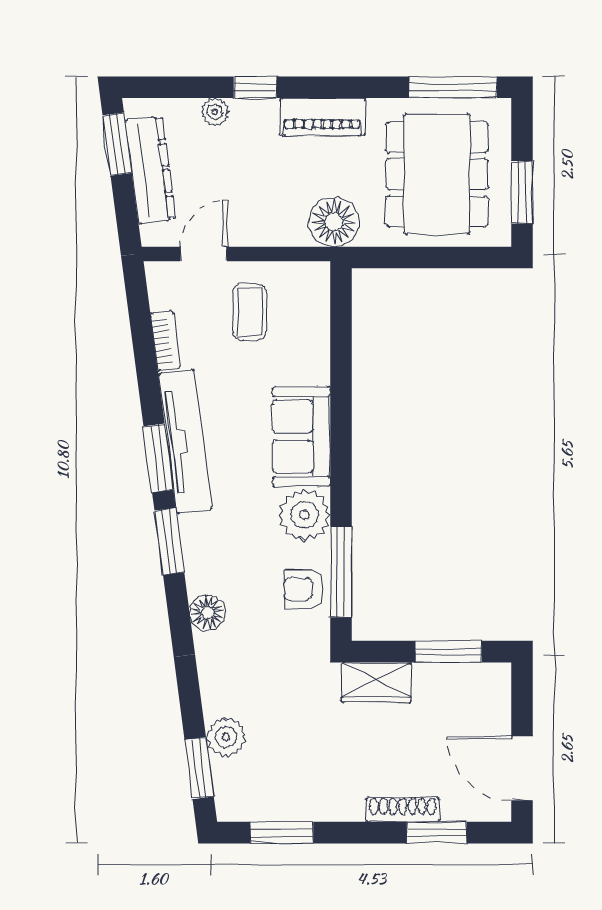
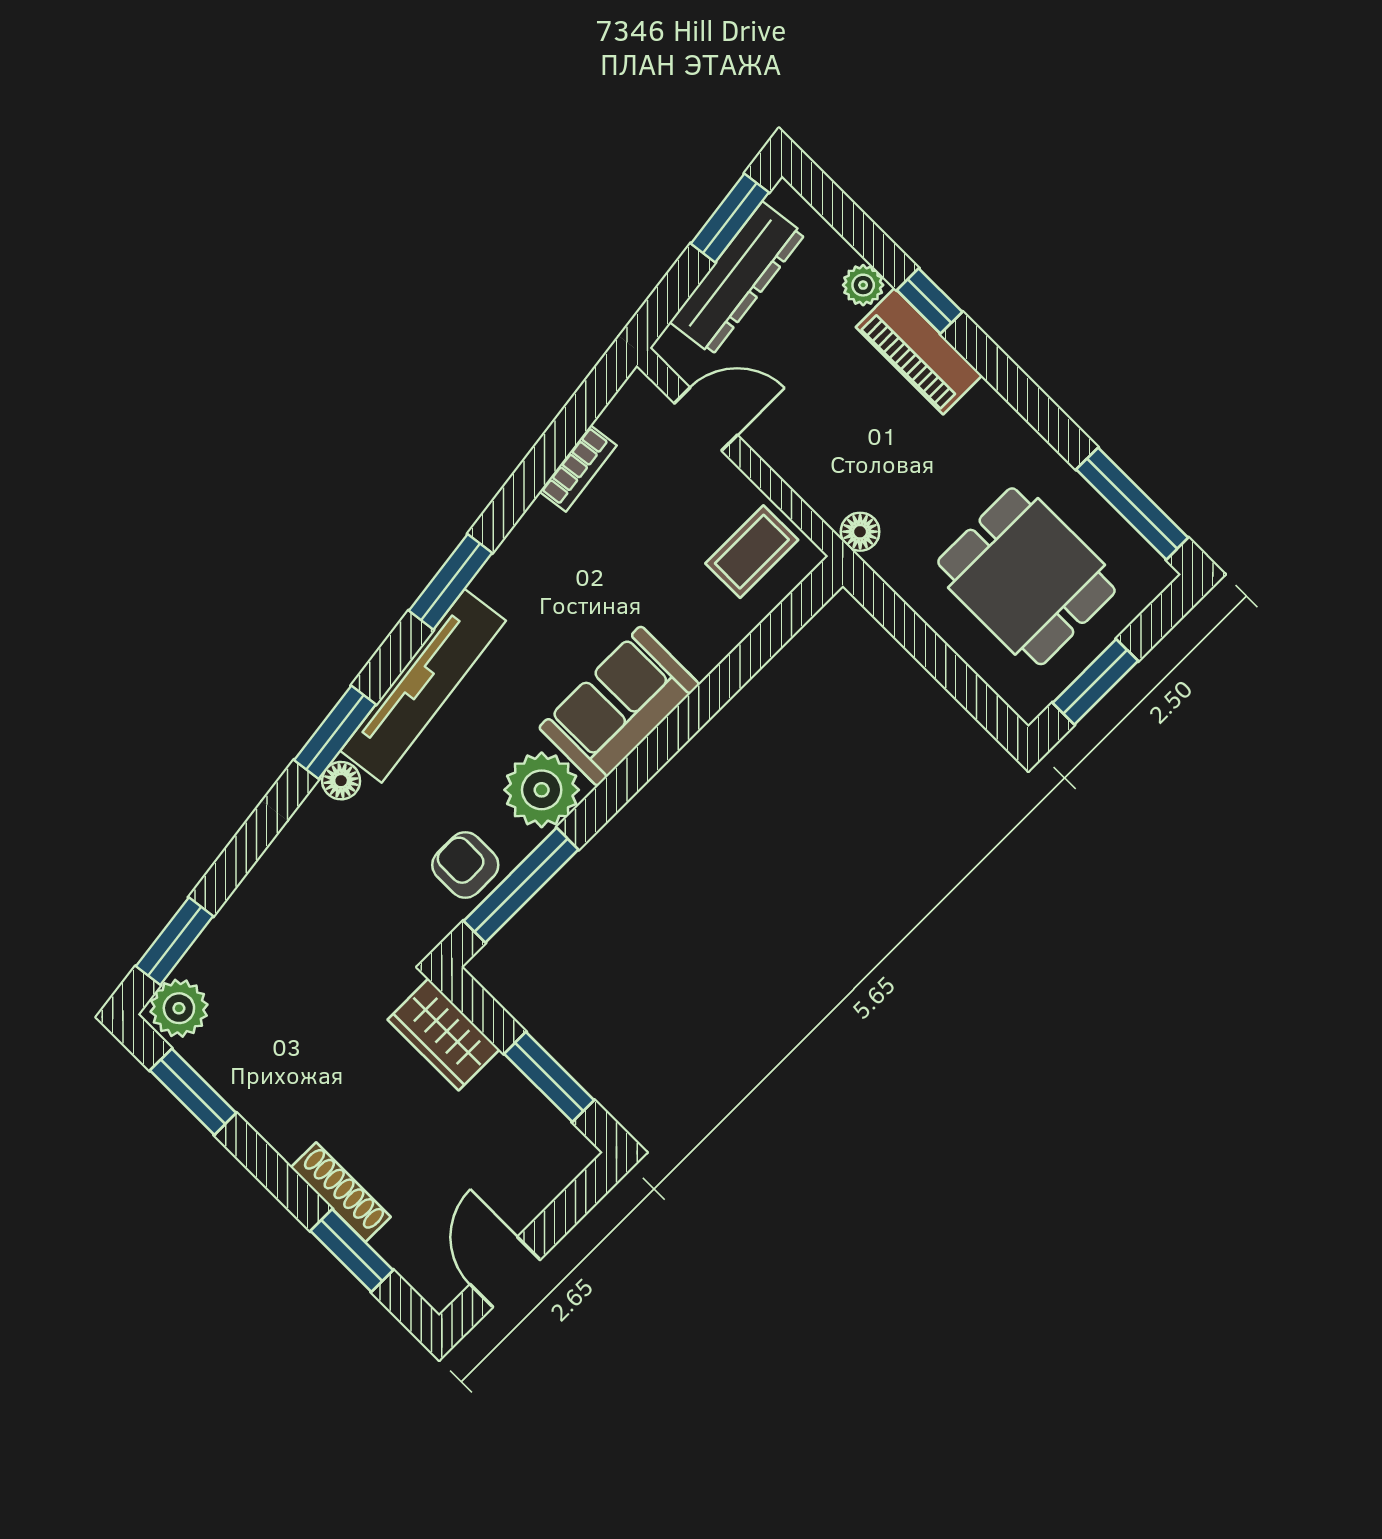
piano: (323, 117) -> (919, 351), moved
dining table: (437, 174) -> (1026, 576), width x0.73
floor lamp: (334, 222) -> (860, 532), width x0.53, depth x0.53
coffee table: (249, 312) -> (752, 552), moved
tv unit: (185, 441) -> (423, 686), moved
window: (169, 541) -> (335, 732), moved
floor lamp: (207, 613) -> (341, 781), width x0.73, depth x0.73
plant: (226, 737) -> (179, 1008), moved
door: (522, 768) -> (505, 1272), width x0.73

